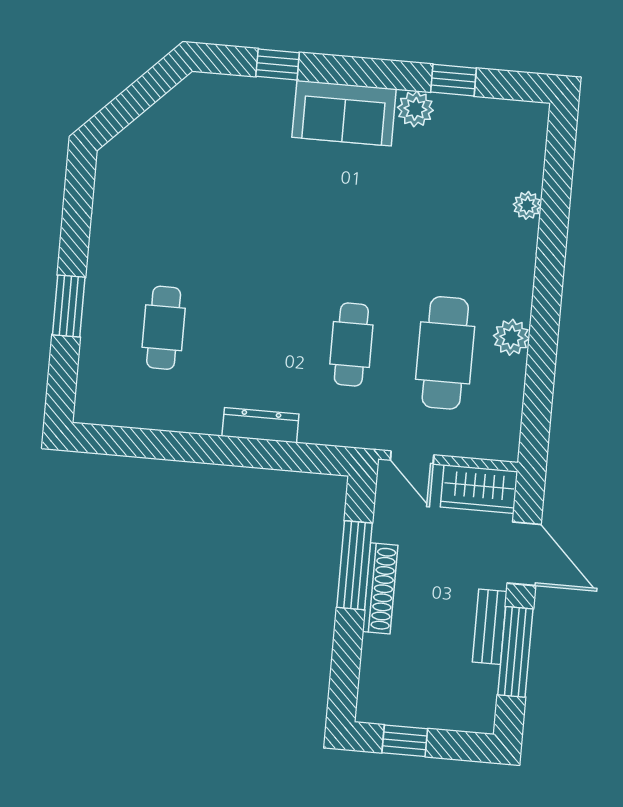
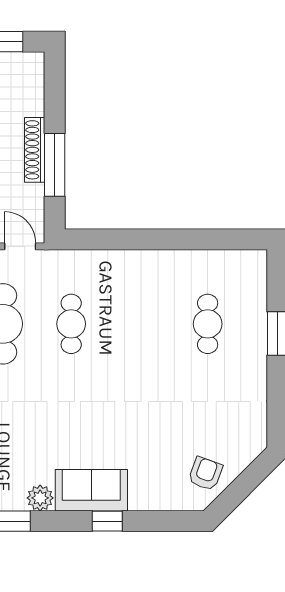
window: (278, 64) -> (107, 521), moved
armchair: (185, 122) -> (205, 474), added
dresser: (260, 425) -> (132, 260), removed

